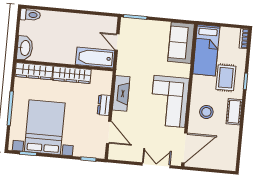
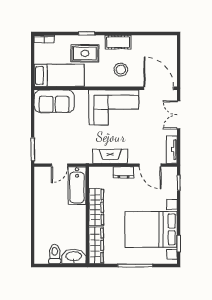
toilet: (30, 15) -> (55, 254), moved
door: (109, 132) -> (150, 165), swing flipped
tv unit: (122, 155) -> (172, 150), added

